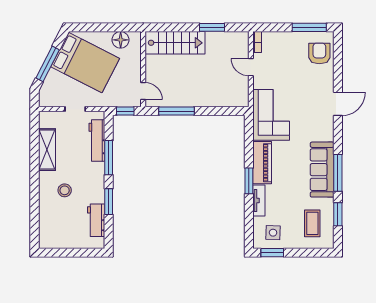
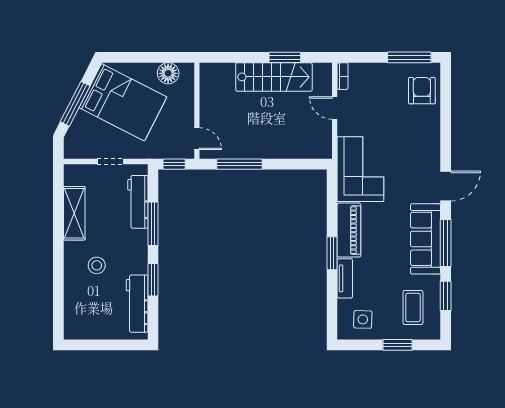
stairs: (175, 43) -> (274, 77), moved
door: (338, 104) -> (446, 186), moved
workbench: (96, 220) -> (137, 304), width x1.37
window: (272, 253) -> (398, 345), moved

